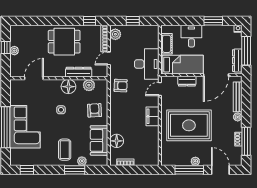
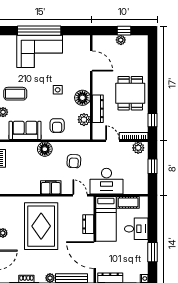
armchair: (121, 86) -> (74, 161), moved
armchair: (95, 110) -> (57, 126), turned 93
floor lamp: (117, 141) -> (45, 149), moved

